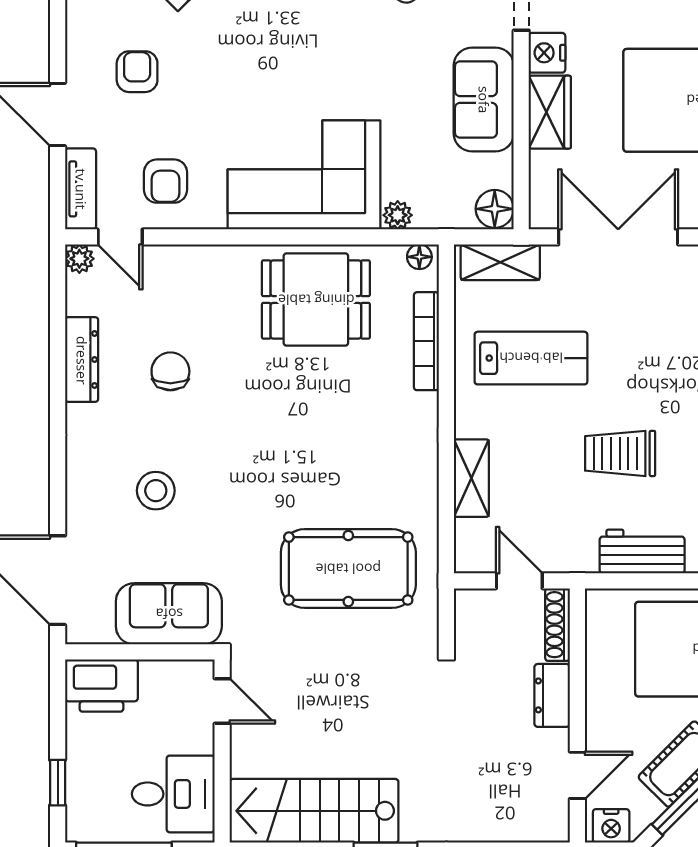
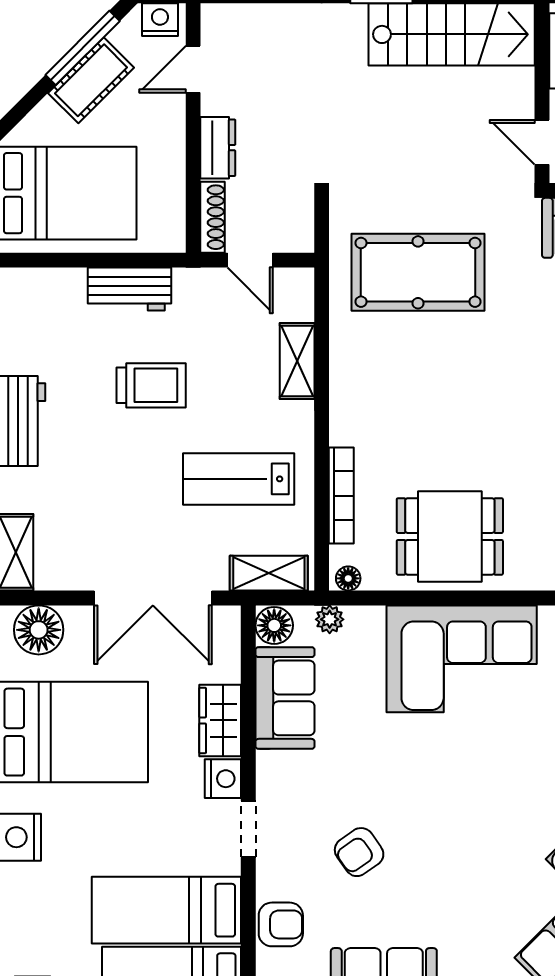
sofa: (484, 100) -> (285, 698), moved
plant: (398, 215) -> (330, 619), moved

